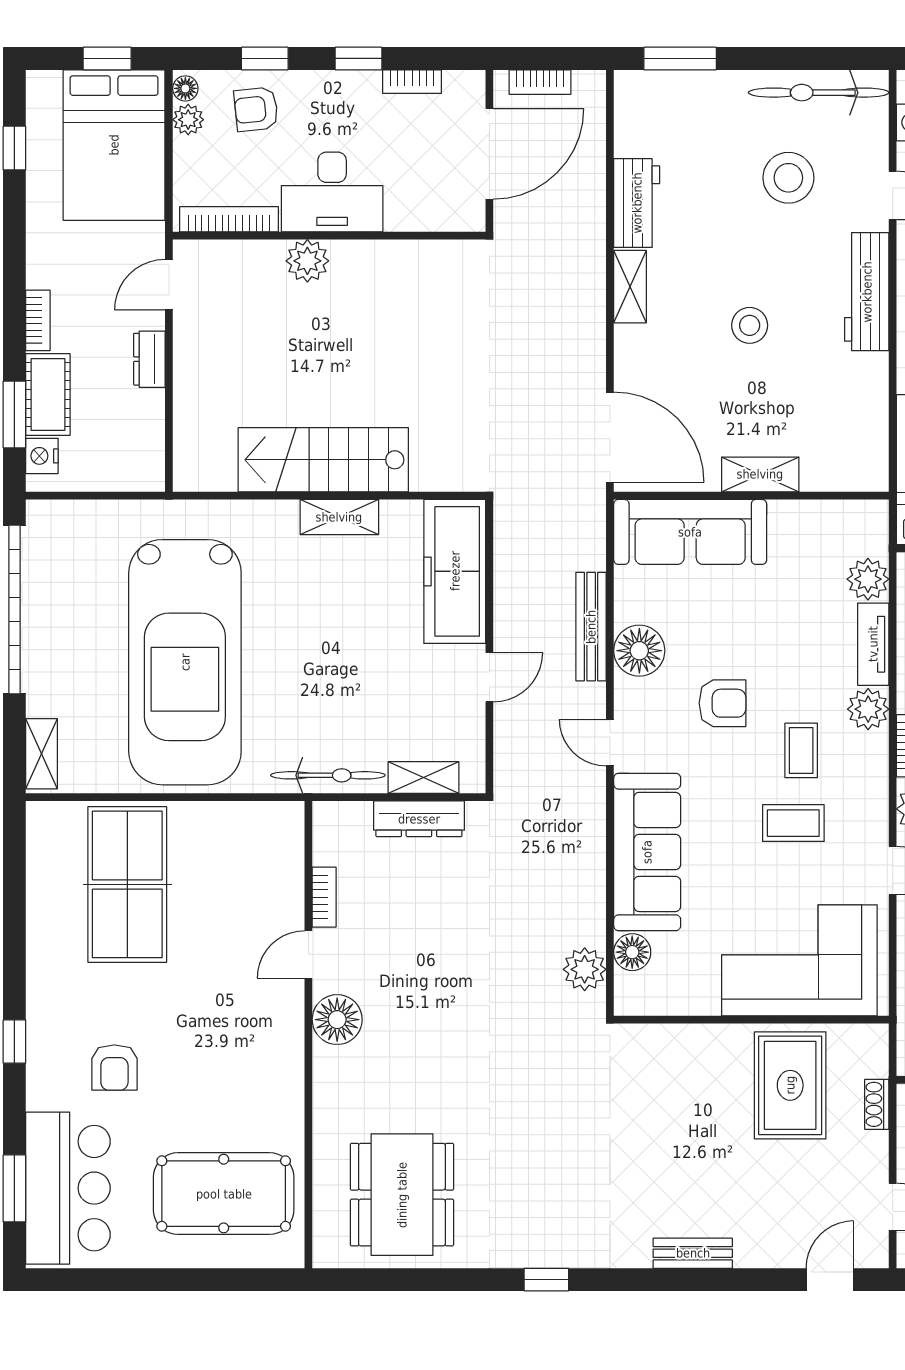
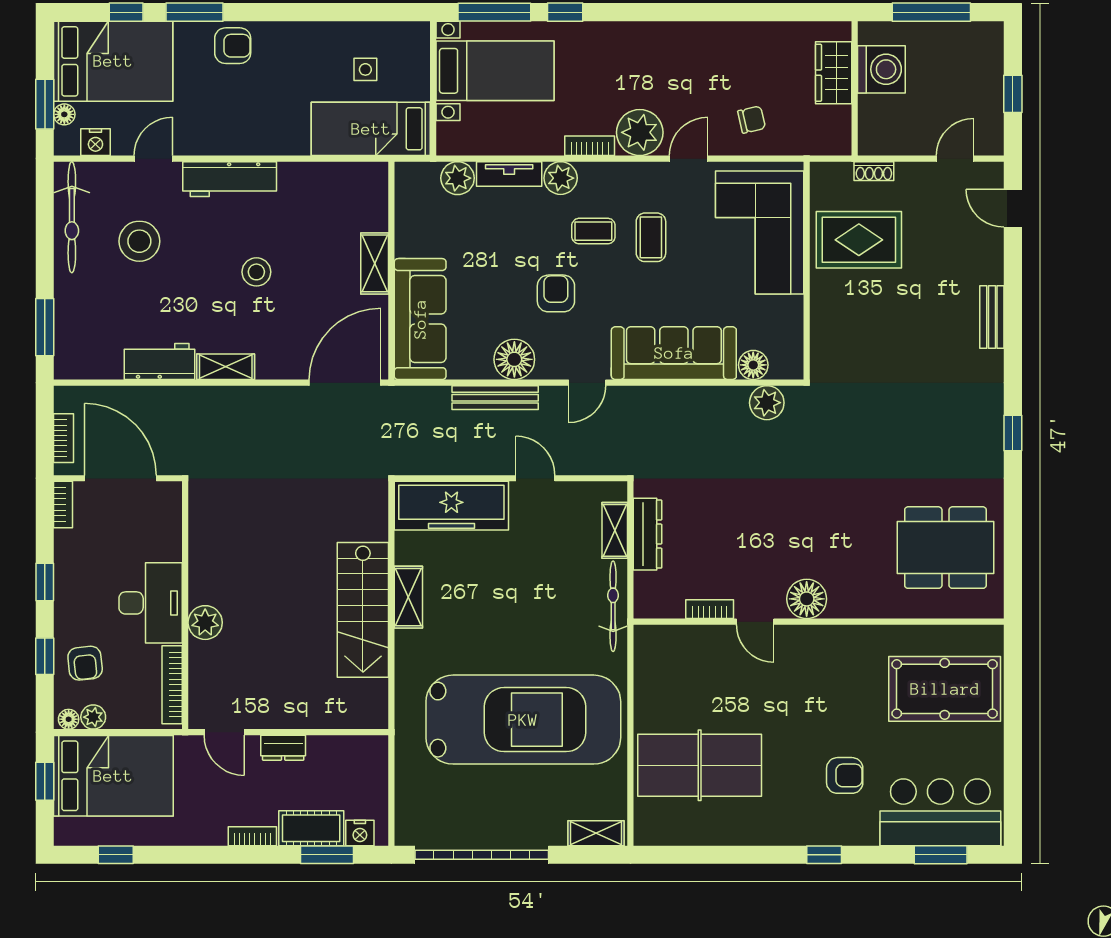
bookcase: (412, 82) -> (63, 505), moved
pool table: (224, 1194) -> (945, 689), turned 90

